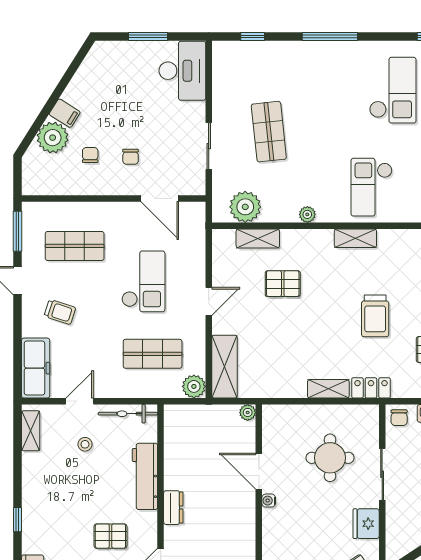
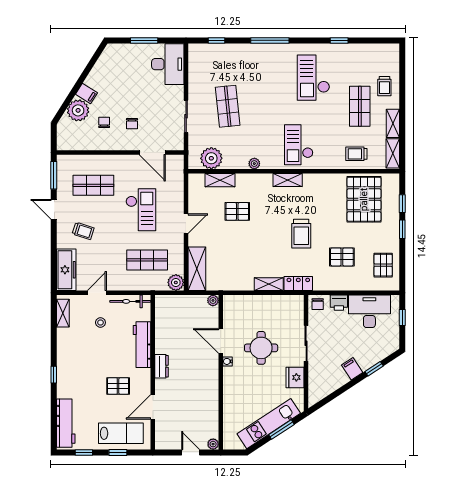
checkout: (393, 90) -> (313, 78), turned 180
round table: (330, 458) -> (261, 348), moved

